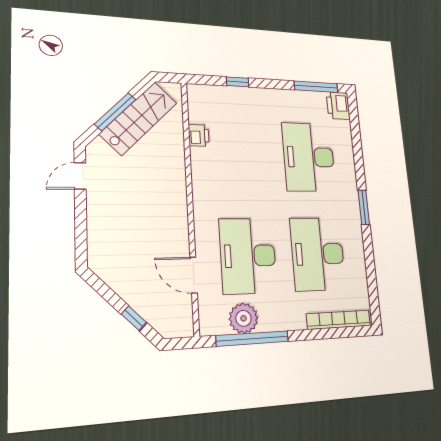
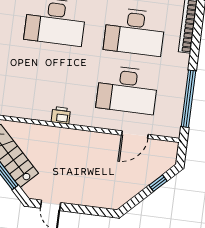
printer: (199, 135) -> (61, 115), moved
plant: (243, 318) -> (173, 103), removed

